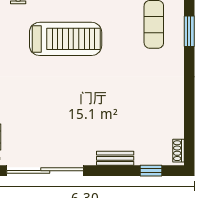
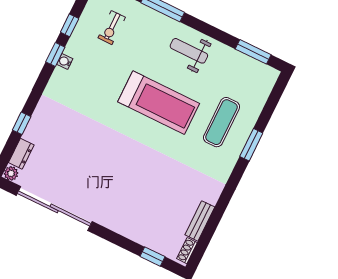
treadmill: (66, 39) -> (159, 103), moved
bench: (115, 158) -> (200, 221), moved, turned 90

